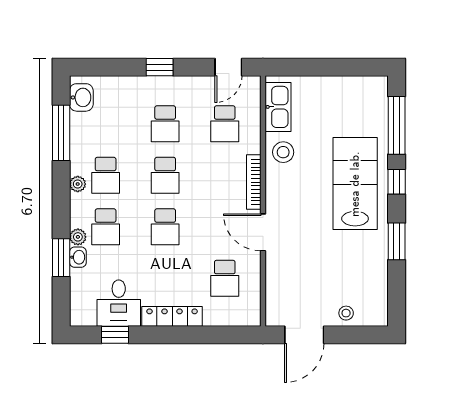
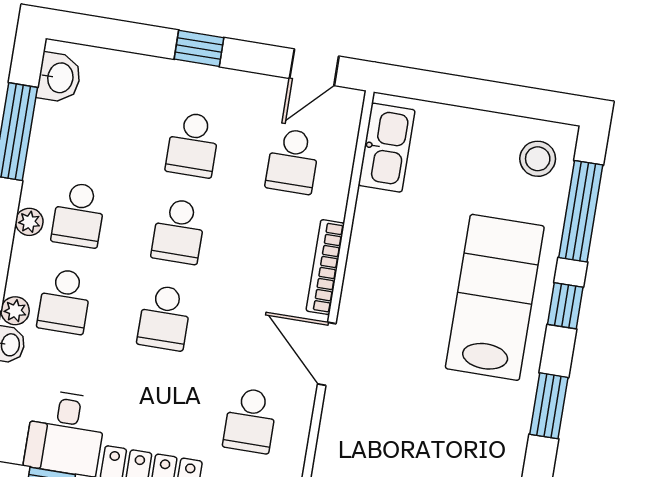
stool: (283, 152) -> (538, 159), moved

